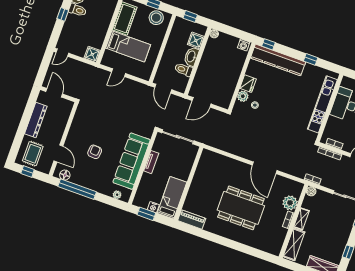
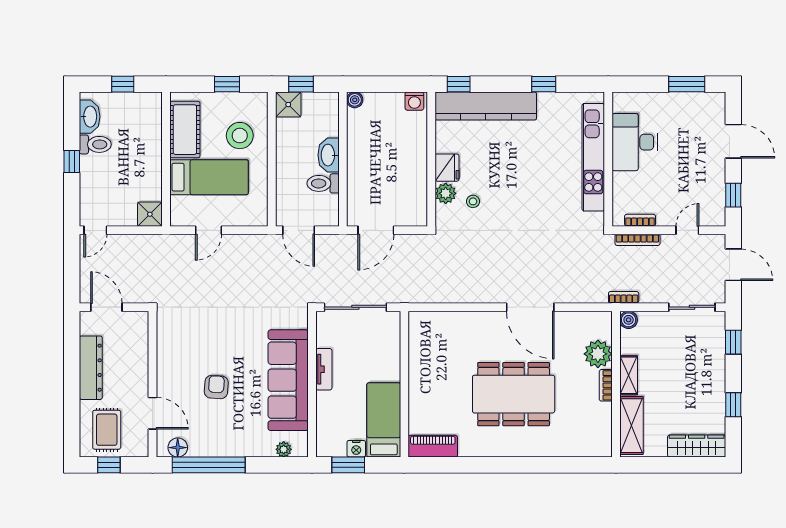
stool: (156, 18) -> (240, 136), moved
shower: (196, 41) -> (288, 105), moved

